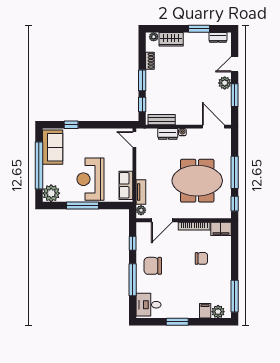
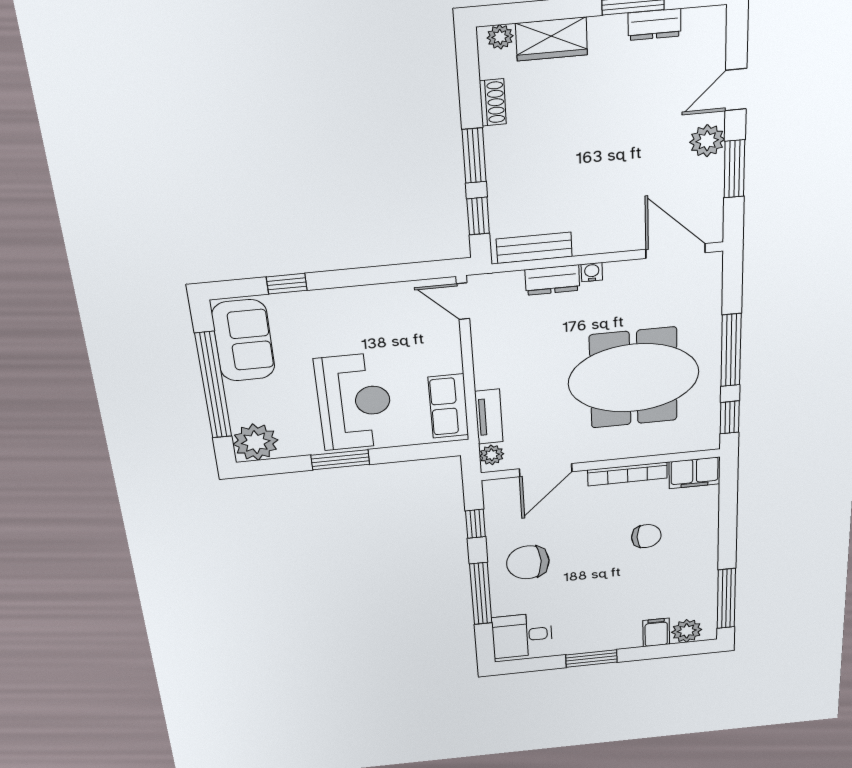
dresser: (218, 37) -> (654, 25), moved
reception desk: (90, 179) -> (354, 402), turned 180
window: (82, 205) -> (340, 460), width x0.69

